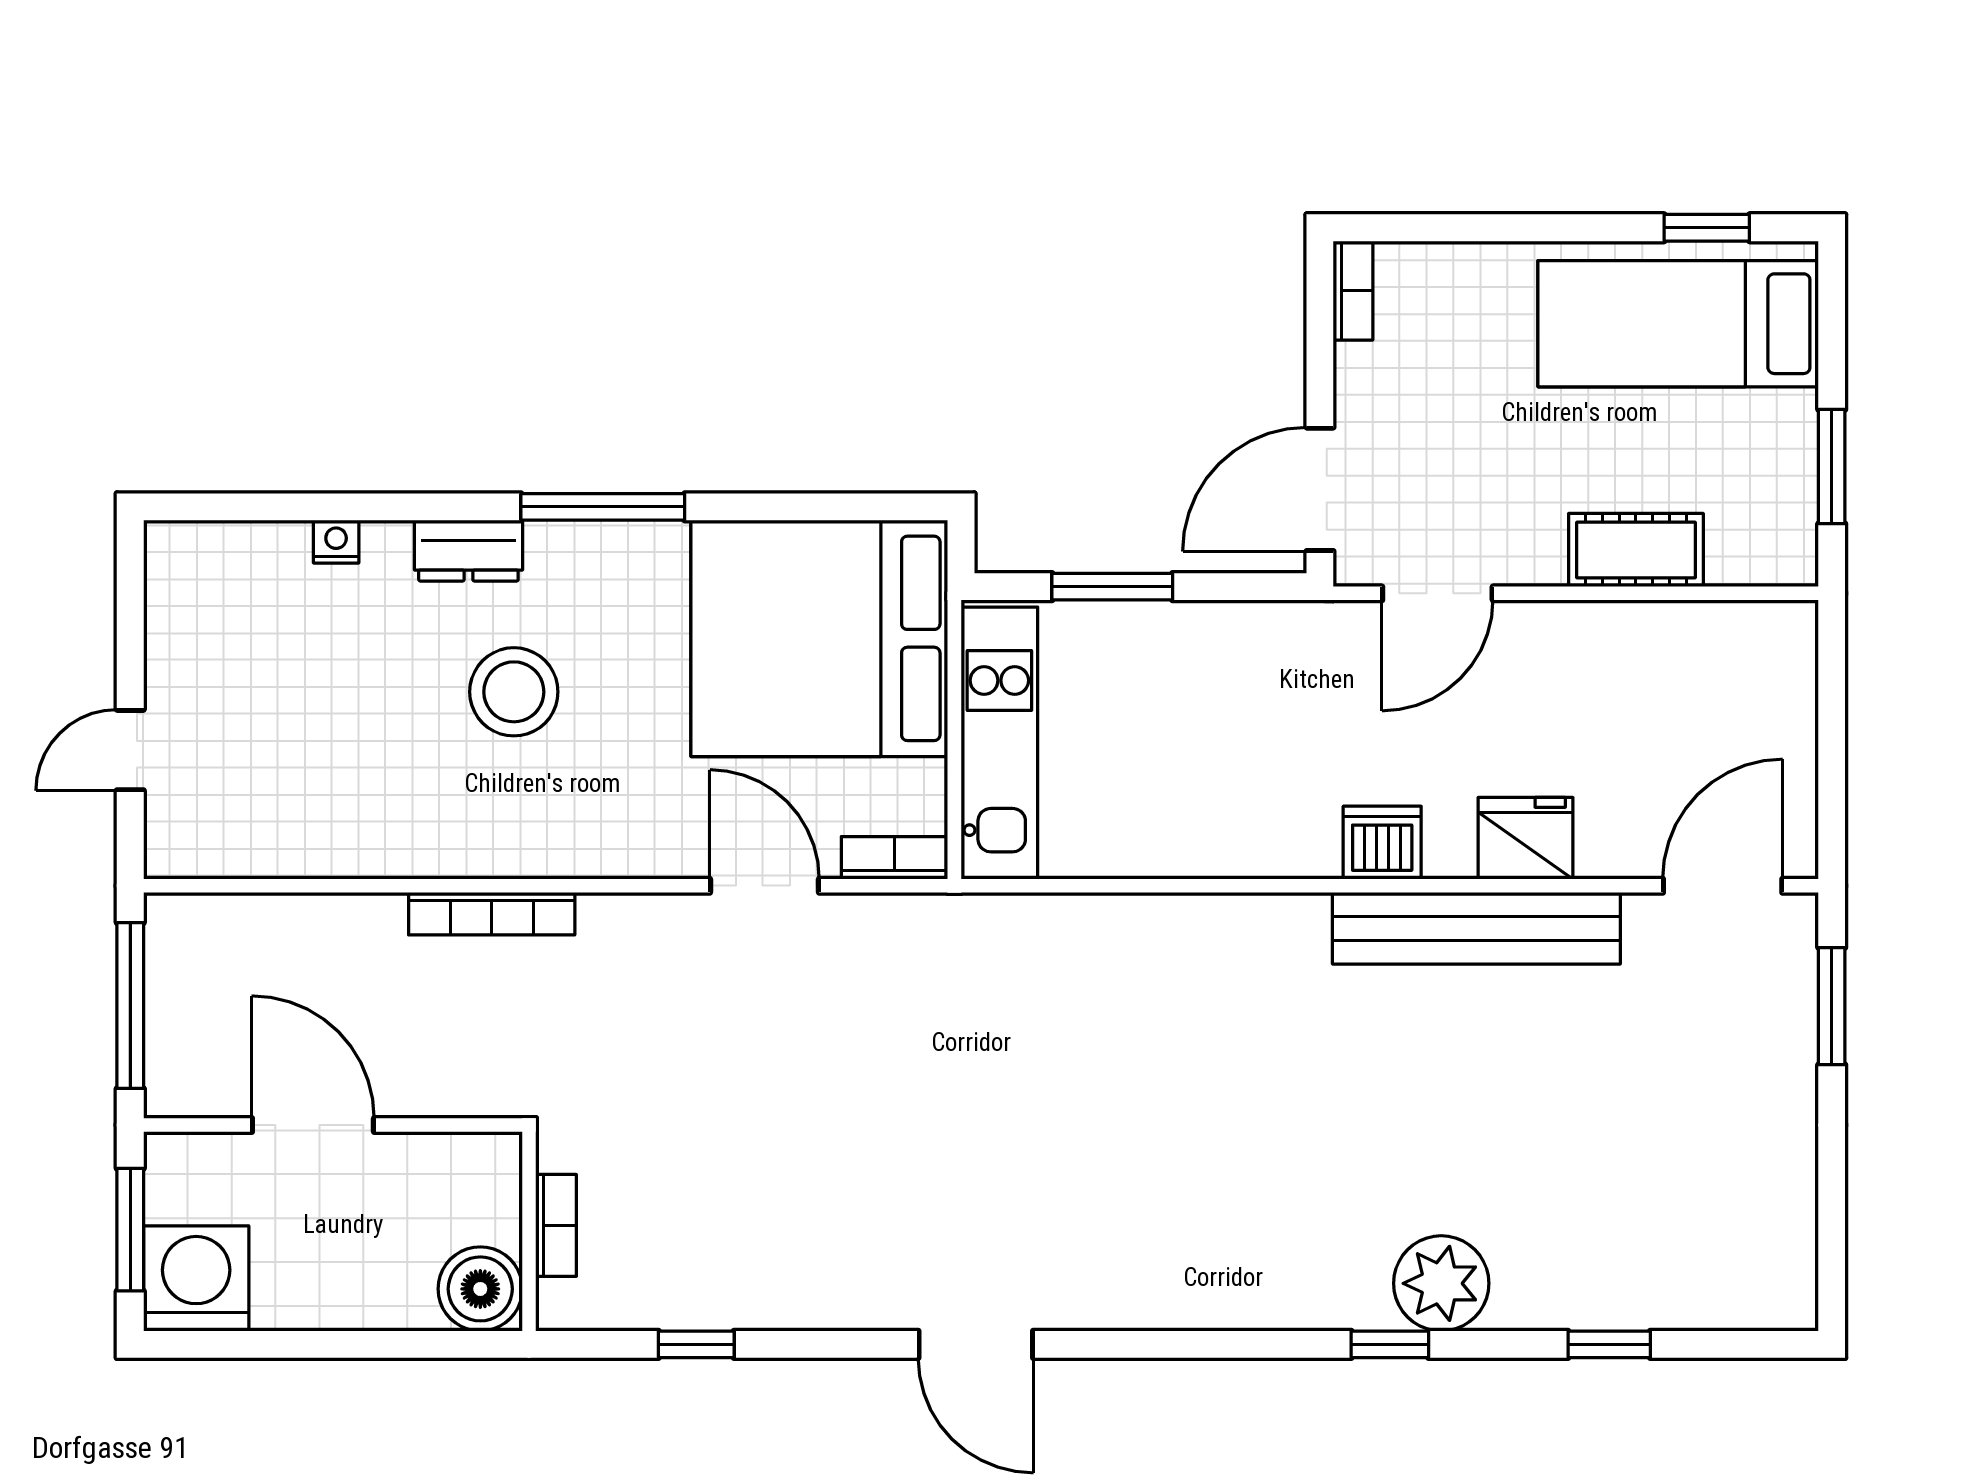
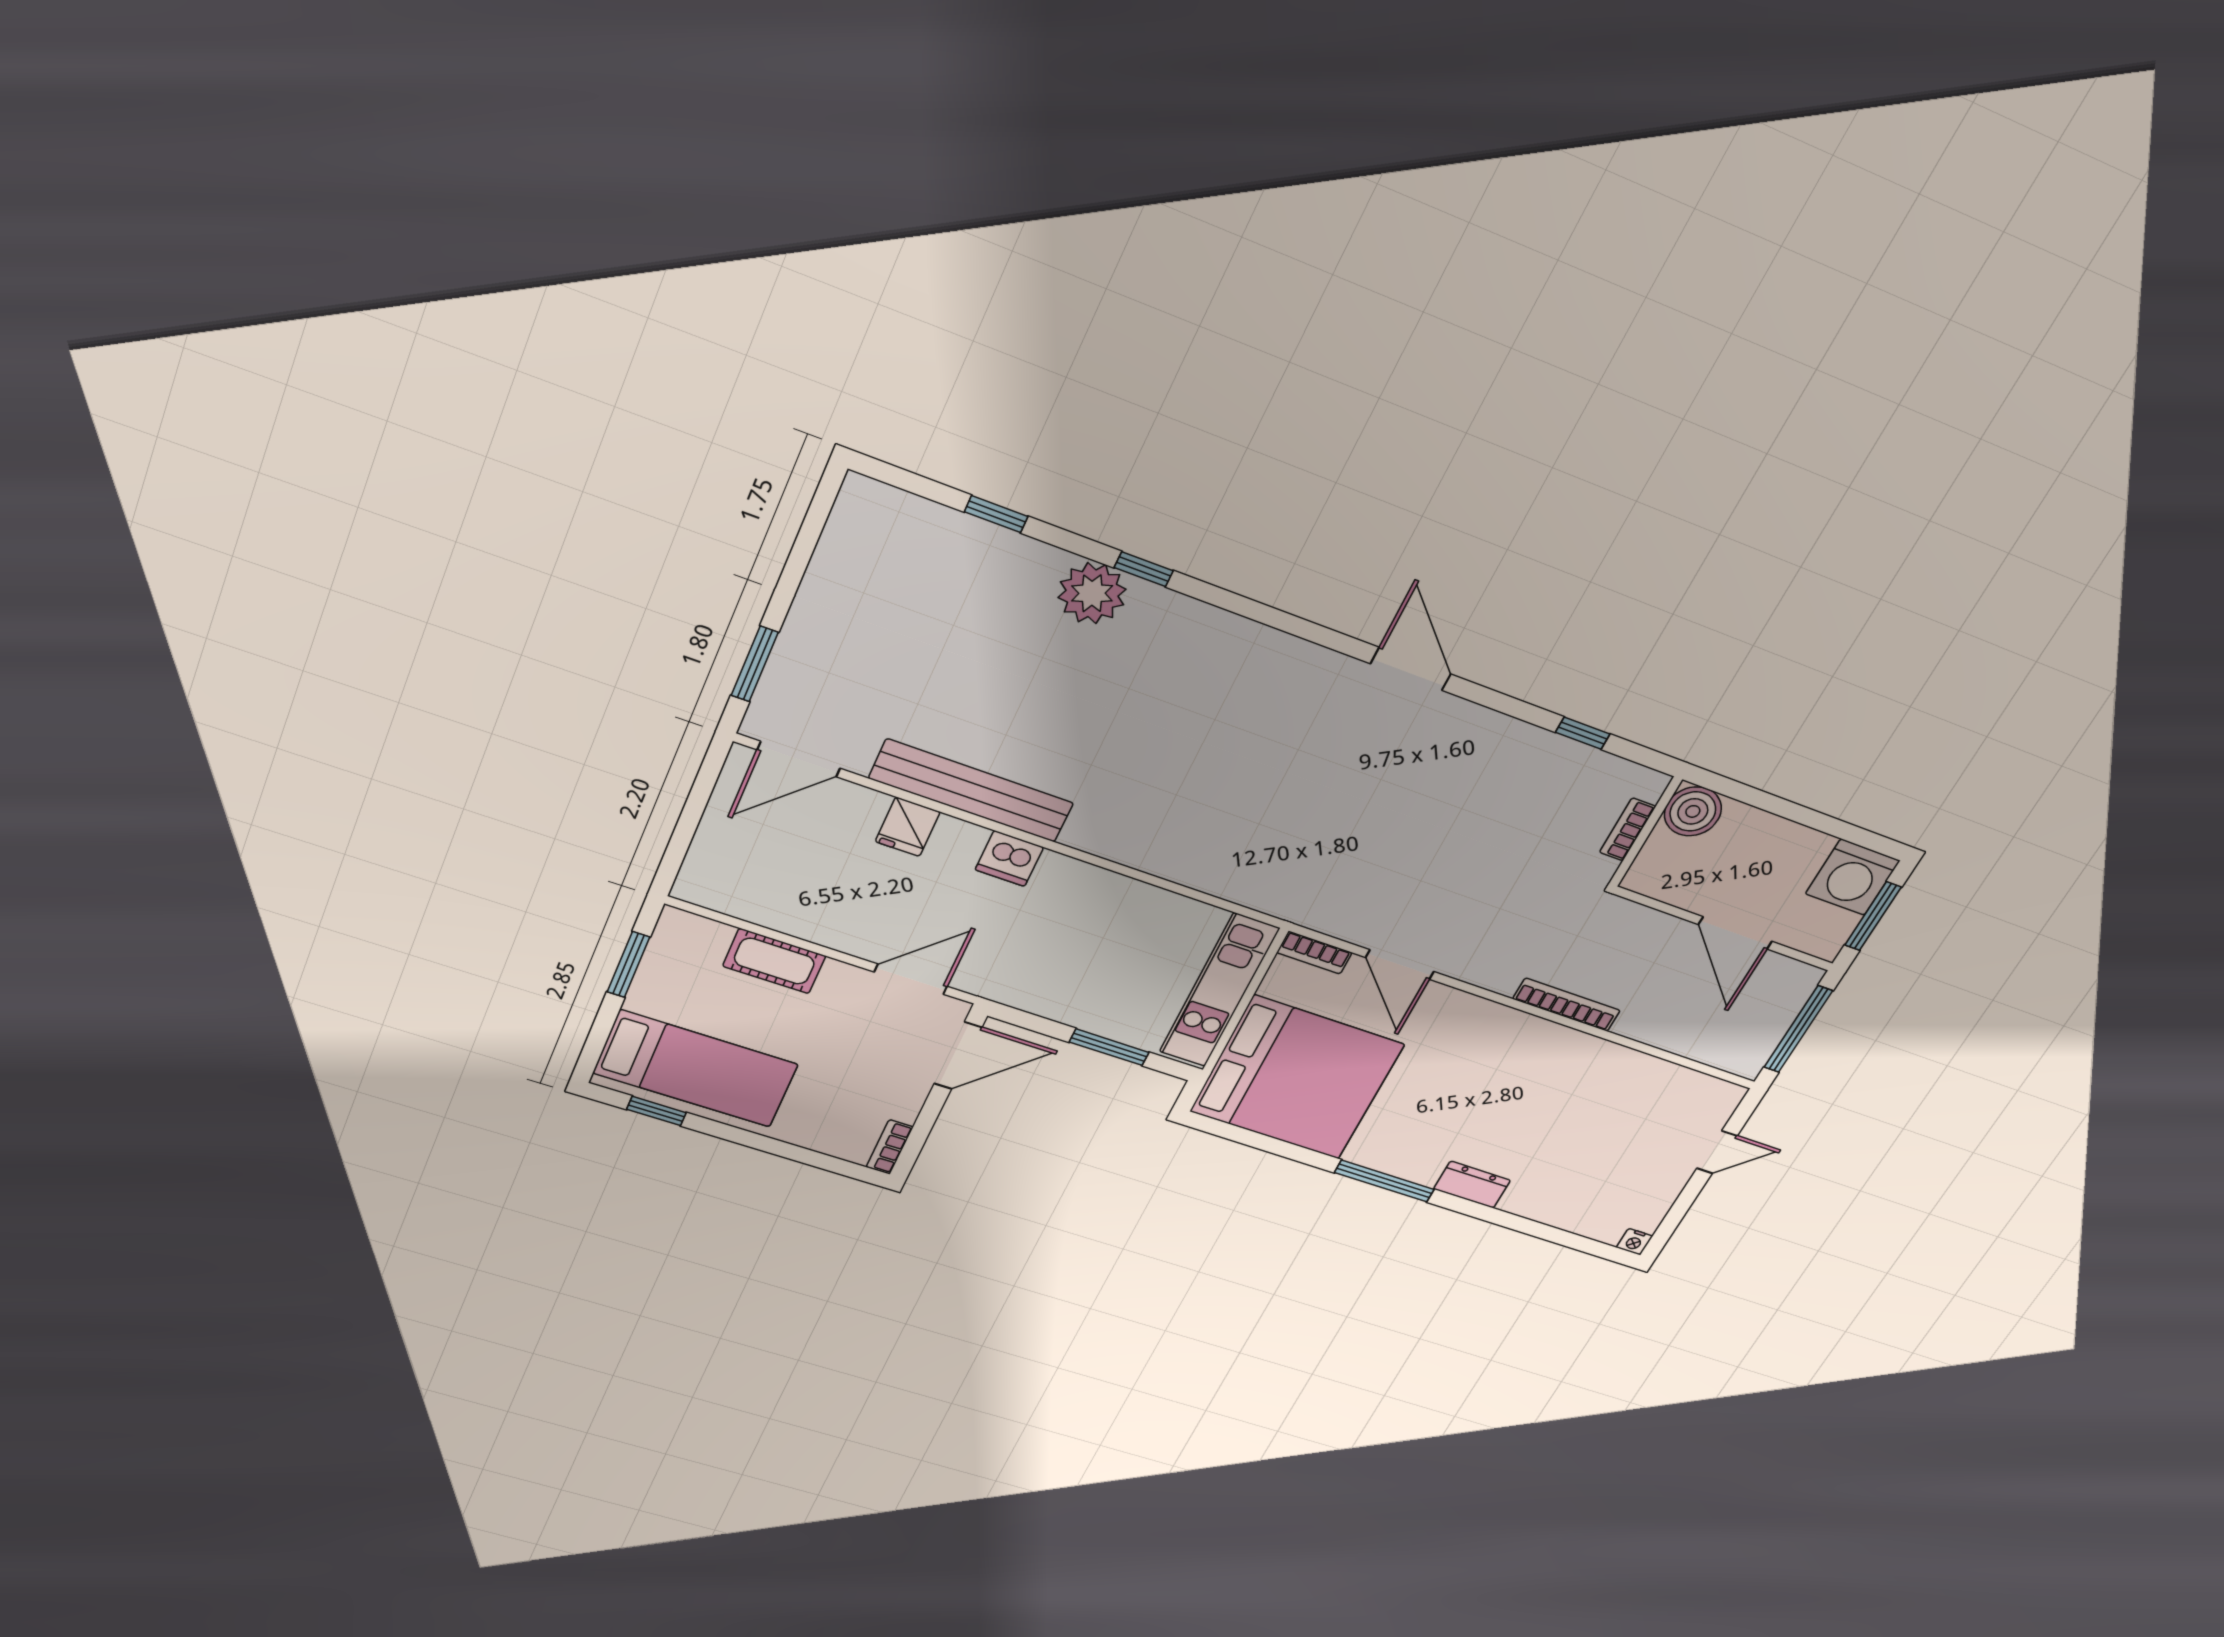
nightstand: (336, 542) -> (1634, 1242), moved
stool: (514, 692) -> (1487, 1109), removed
fridge: (1526, 838) -> (908, 827), width x0.72

